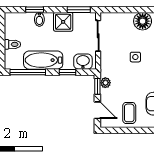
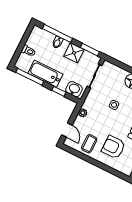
window: (35, 10) -> (57, 33), width x2.17
window: (97, 86) -> (76, 113), removed

